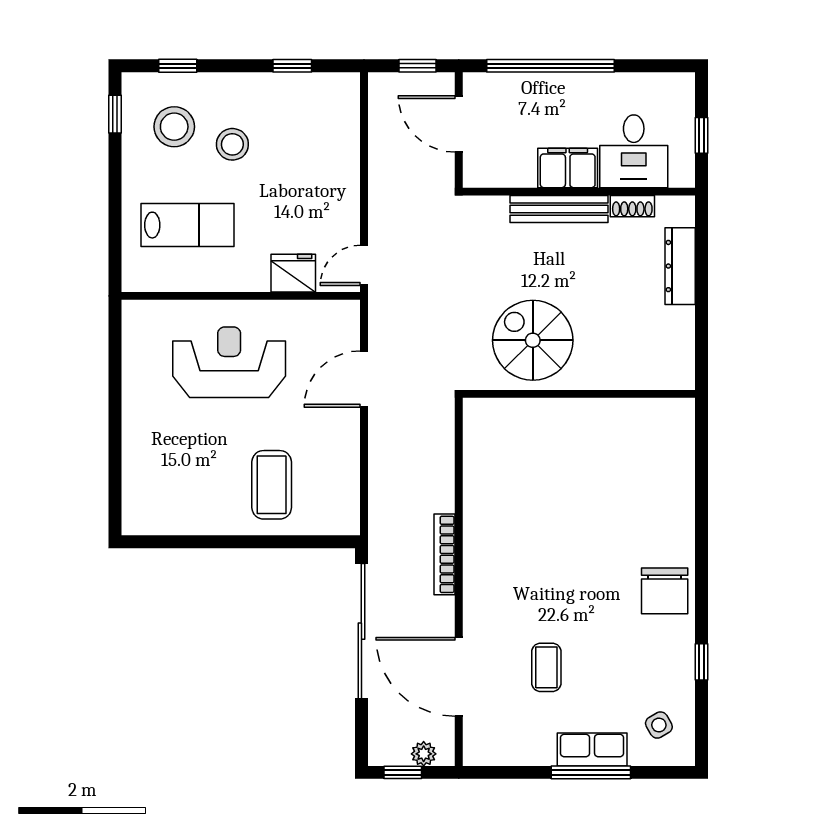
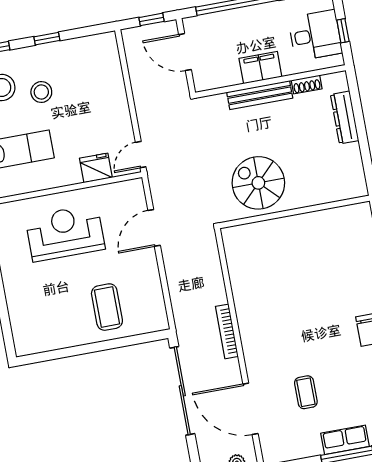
window: (292, 66) -> (47, 39), moved
desk: (634, 151) -> (315, 35), moved, turned -90

